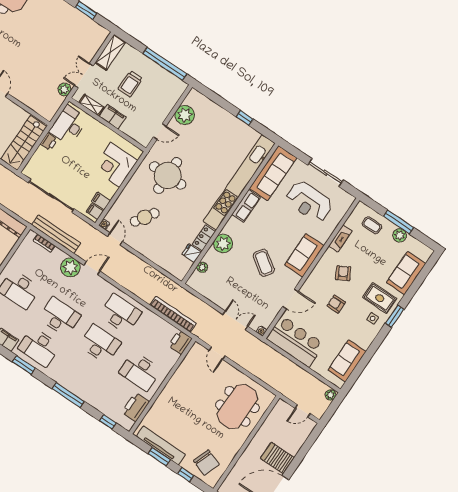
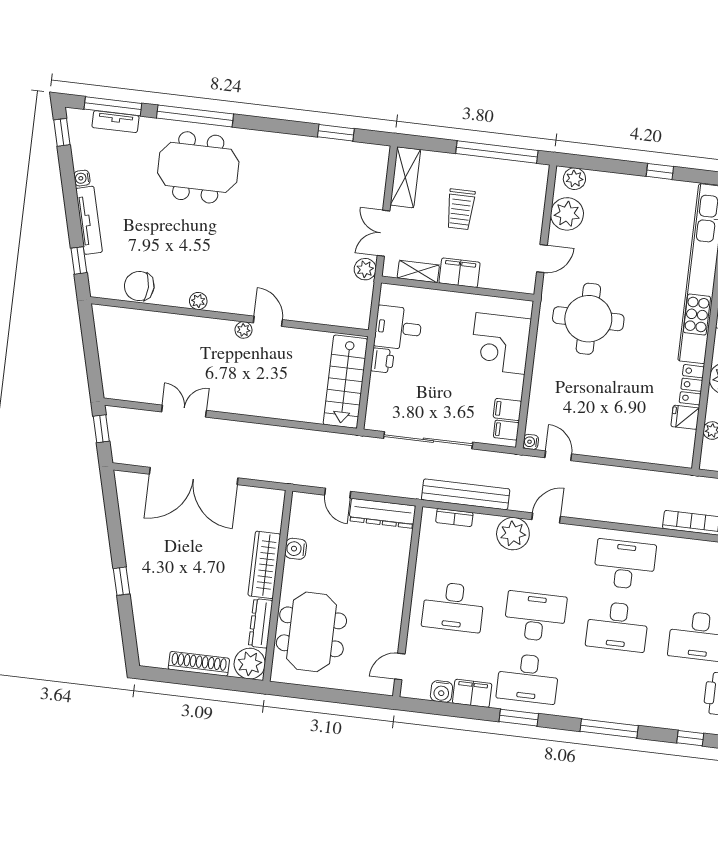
plant: (198, 99) -> (574, 179), added
desk: (68, 125) -> (398, 328), width x0.73
cafe table: (145, 217) -> (586, 400), removed
desk: (100, 344) -> (617, 626), turned 180

